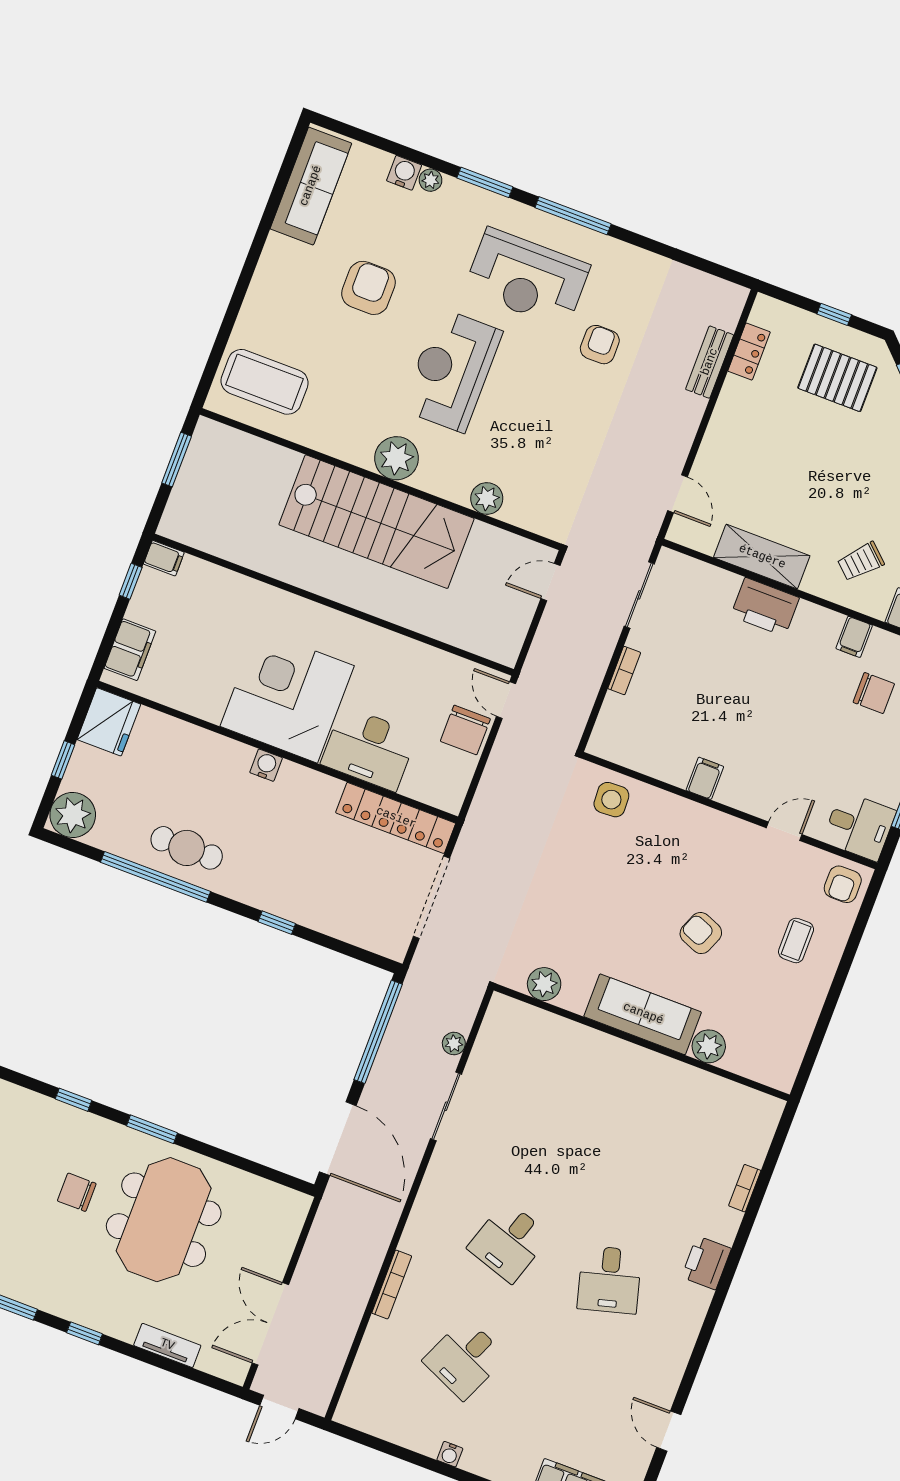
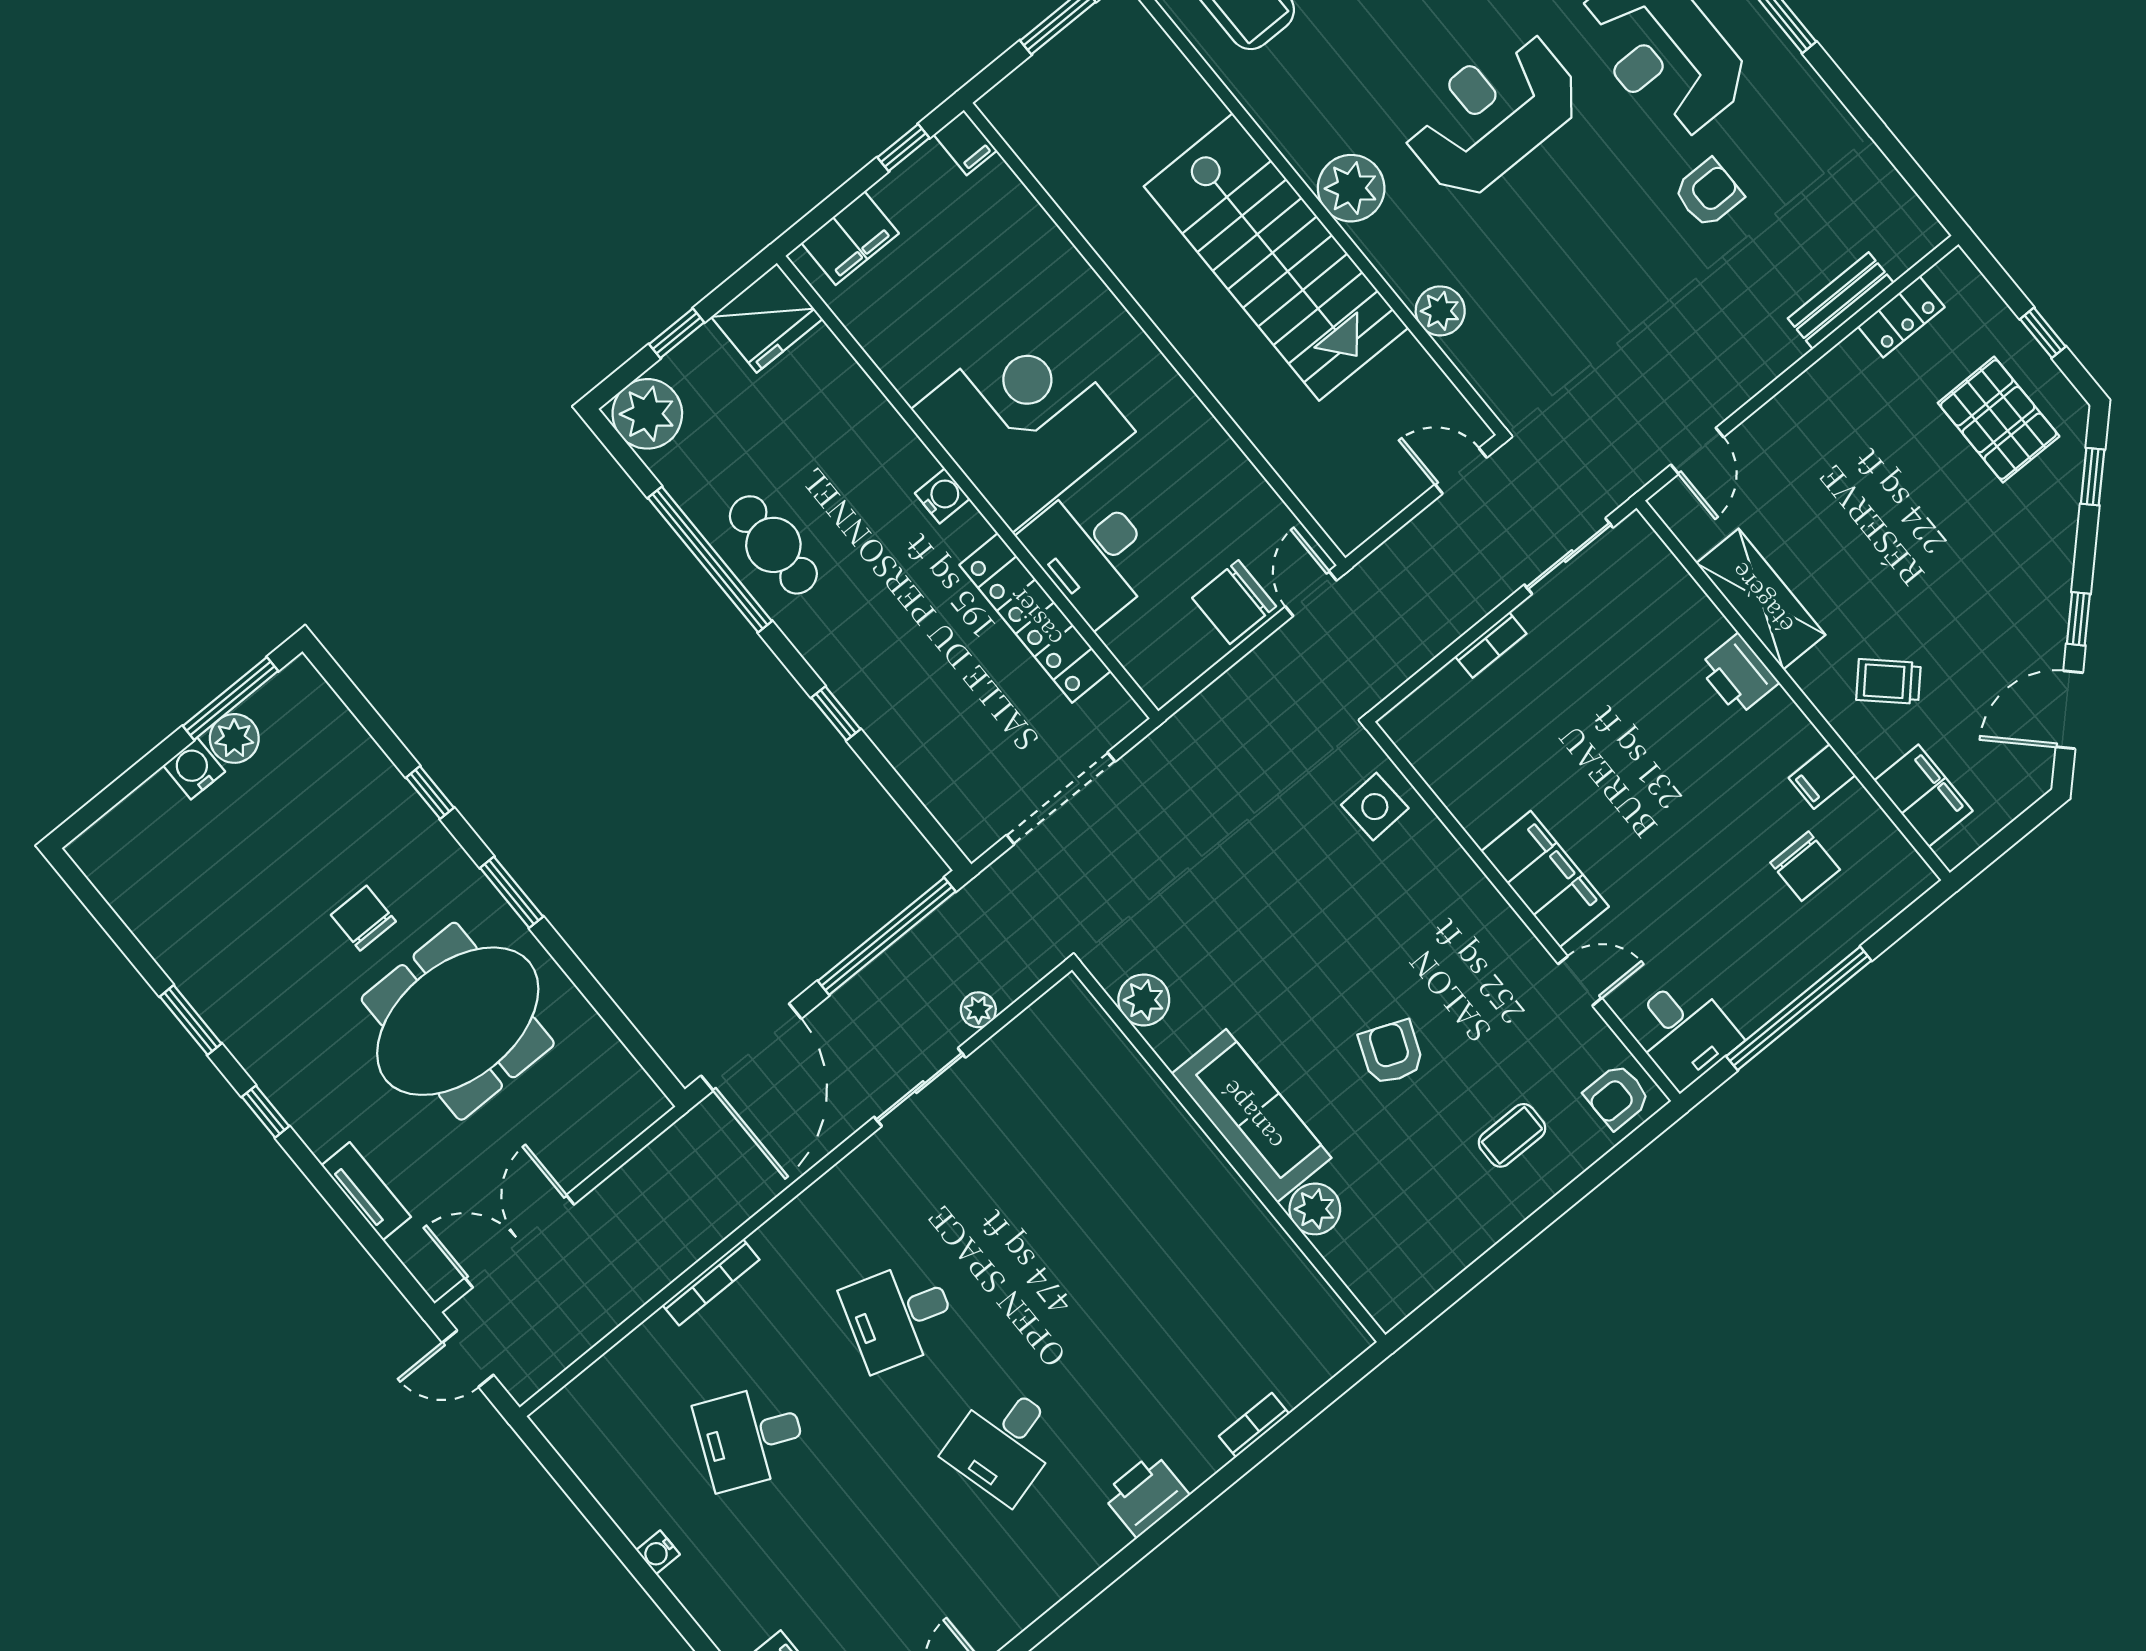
printer: (765, 607) -> (1738, 674), width x0.73, depth x0.84
filing cabinet: (705, 778) -> (1545, 879), width x3.00, depth x1.17
locker: (396, 818) -> (1035, 618), moved

